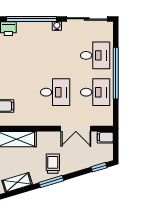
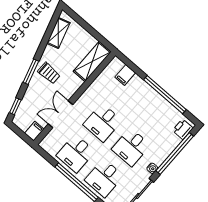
desk: (55, 55) -> (131, 147), added
window: (51, 182) -> (31, 72), moved

